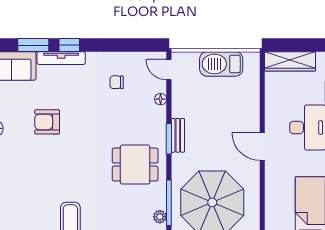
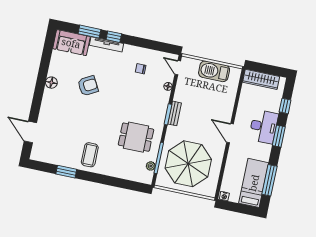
armchair: (47, 122) -> (88, 86), turned 151
dining table: (135, 165) -> (136, 137), moved

